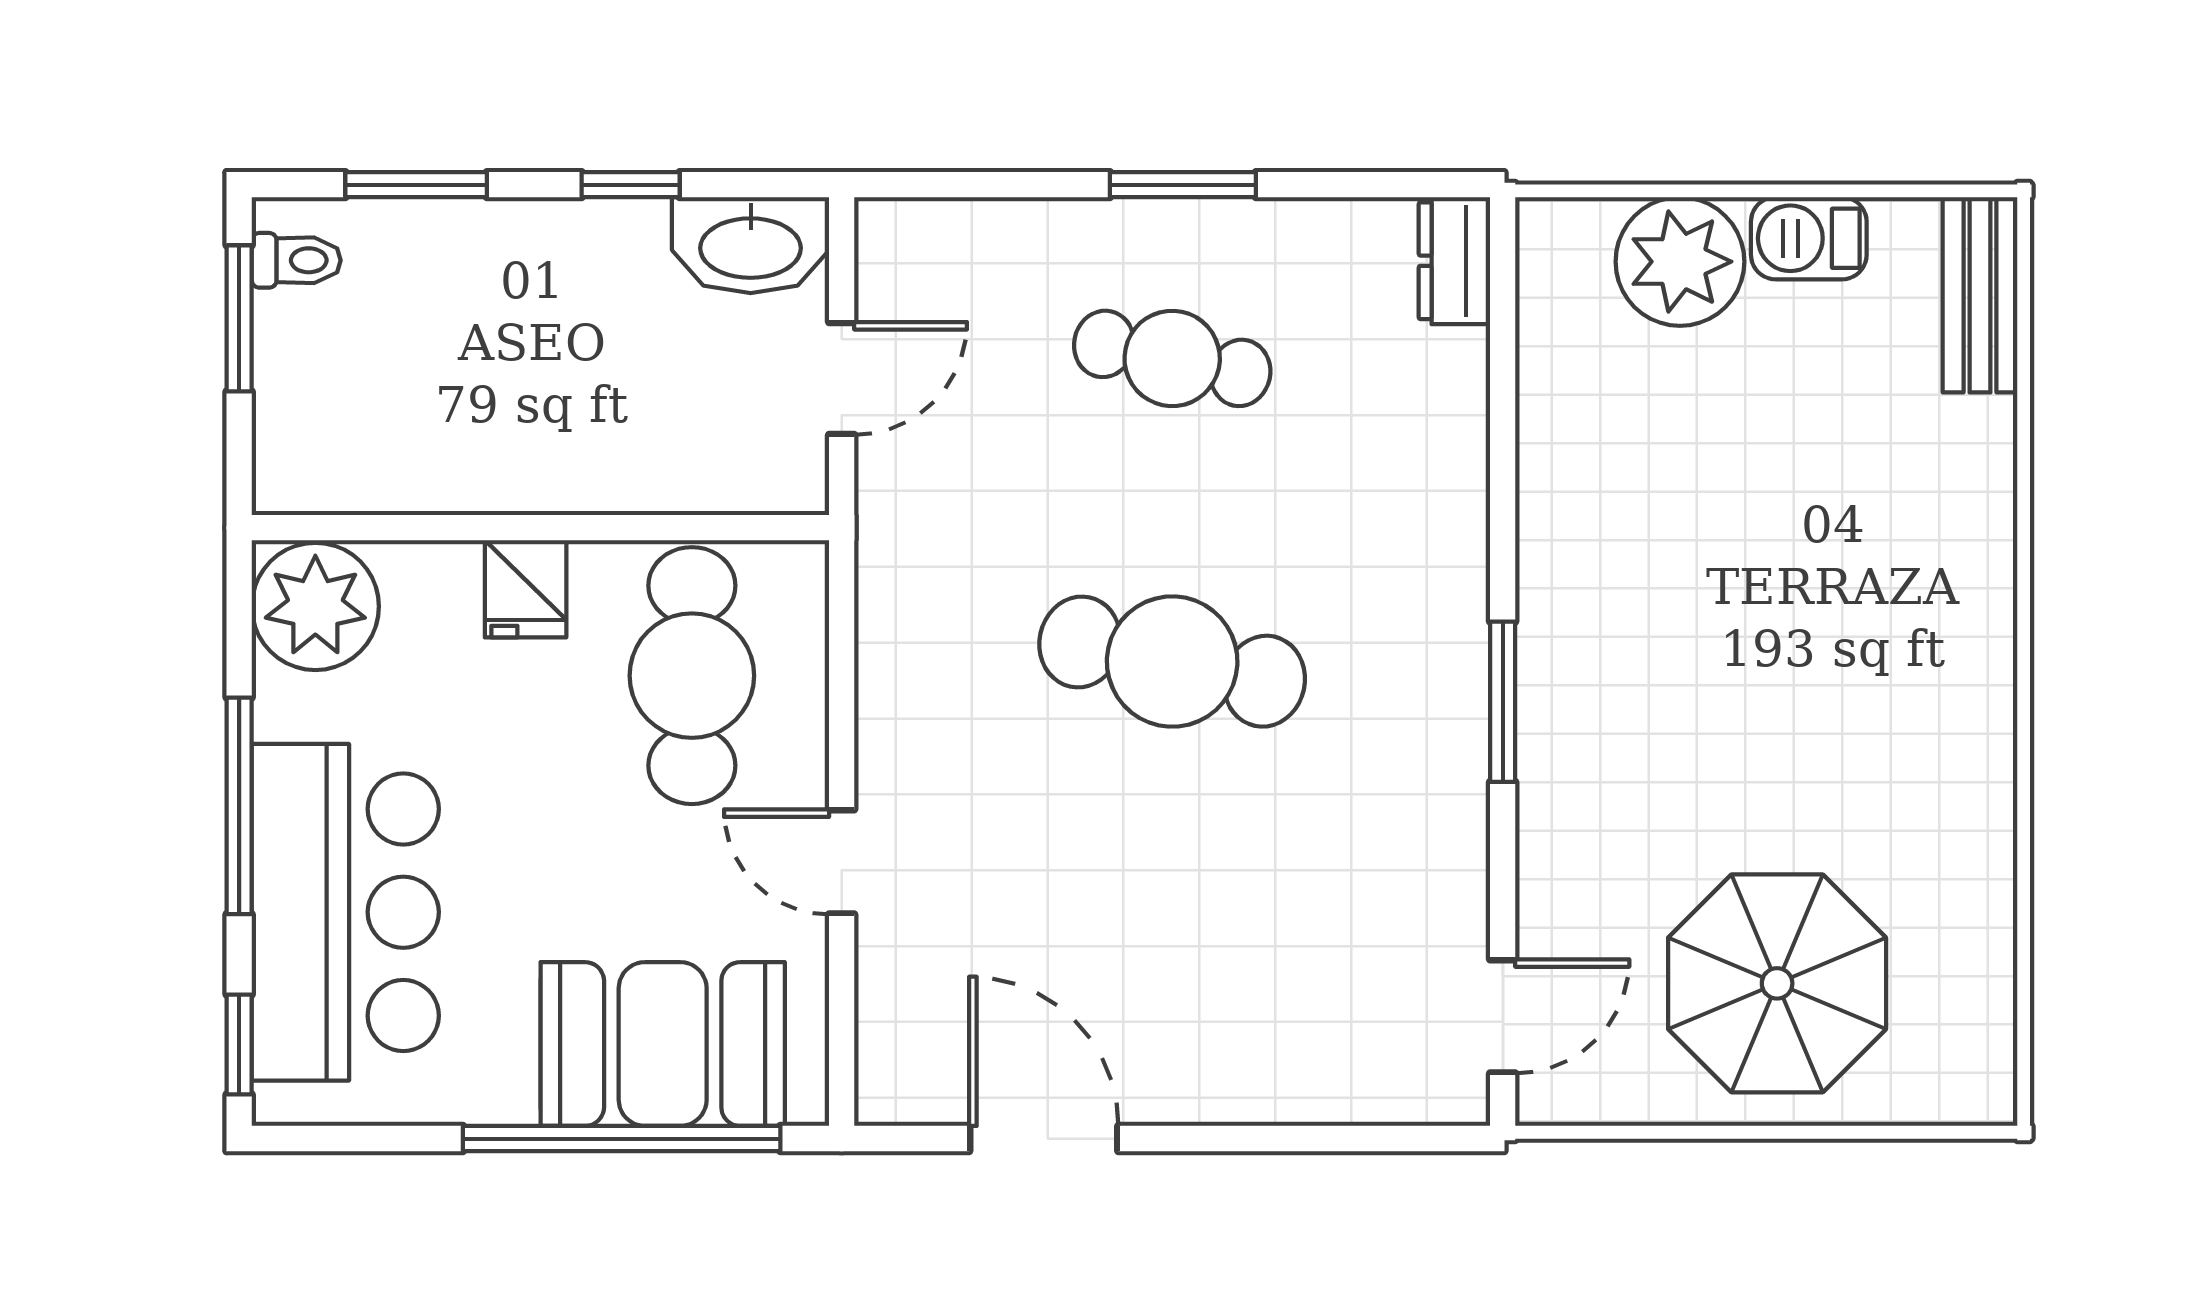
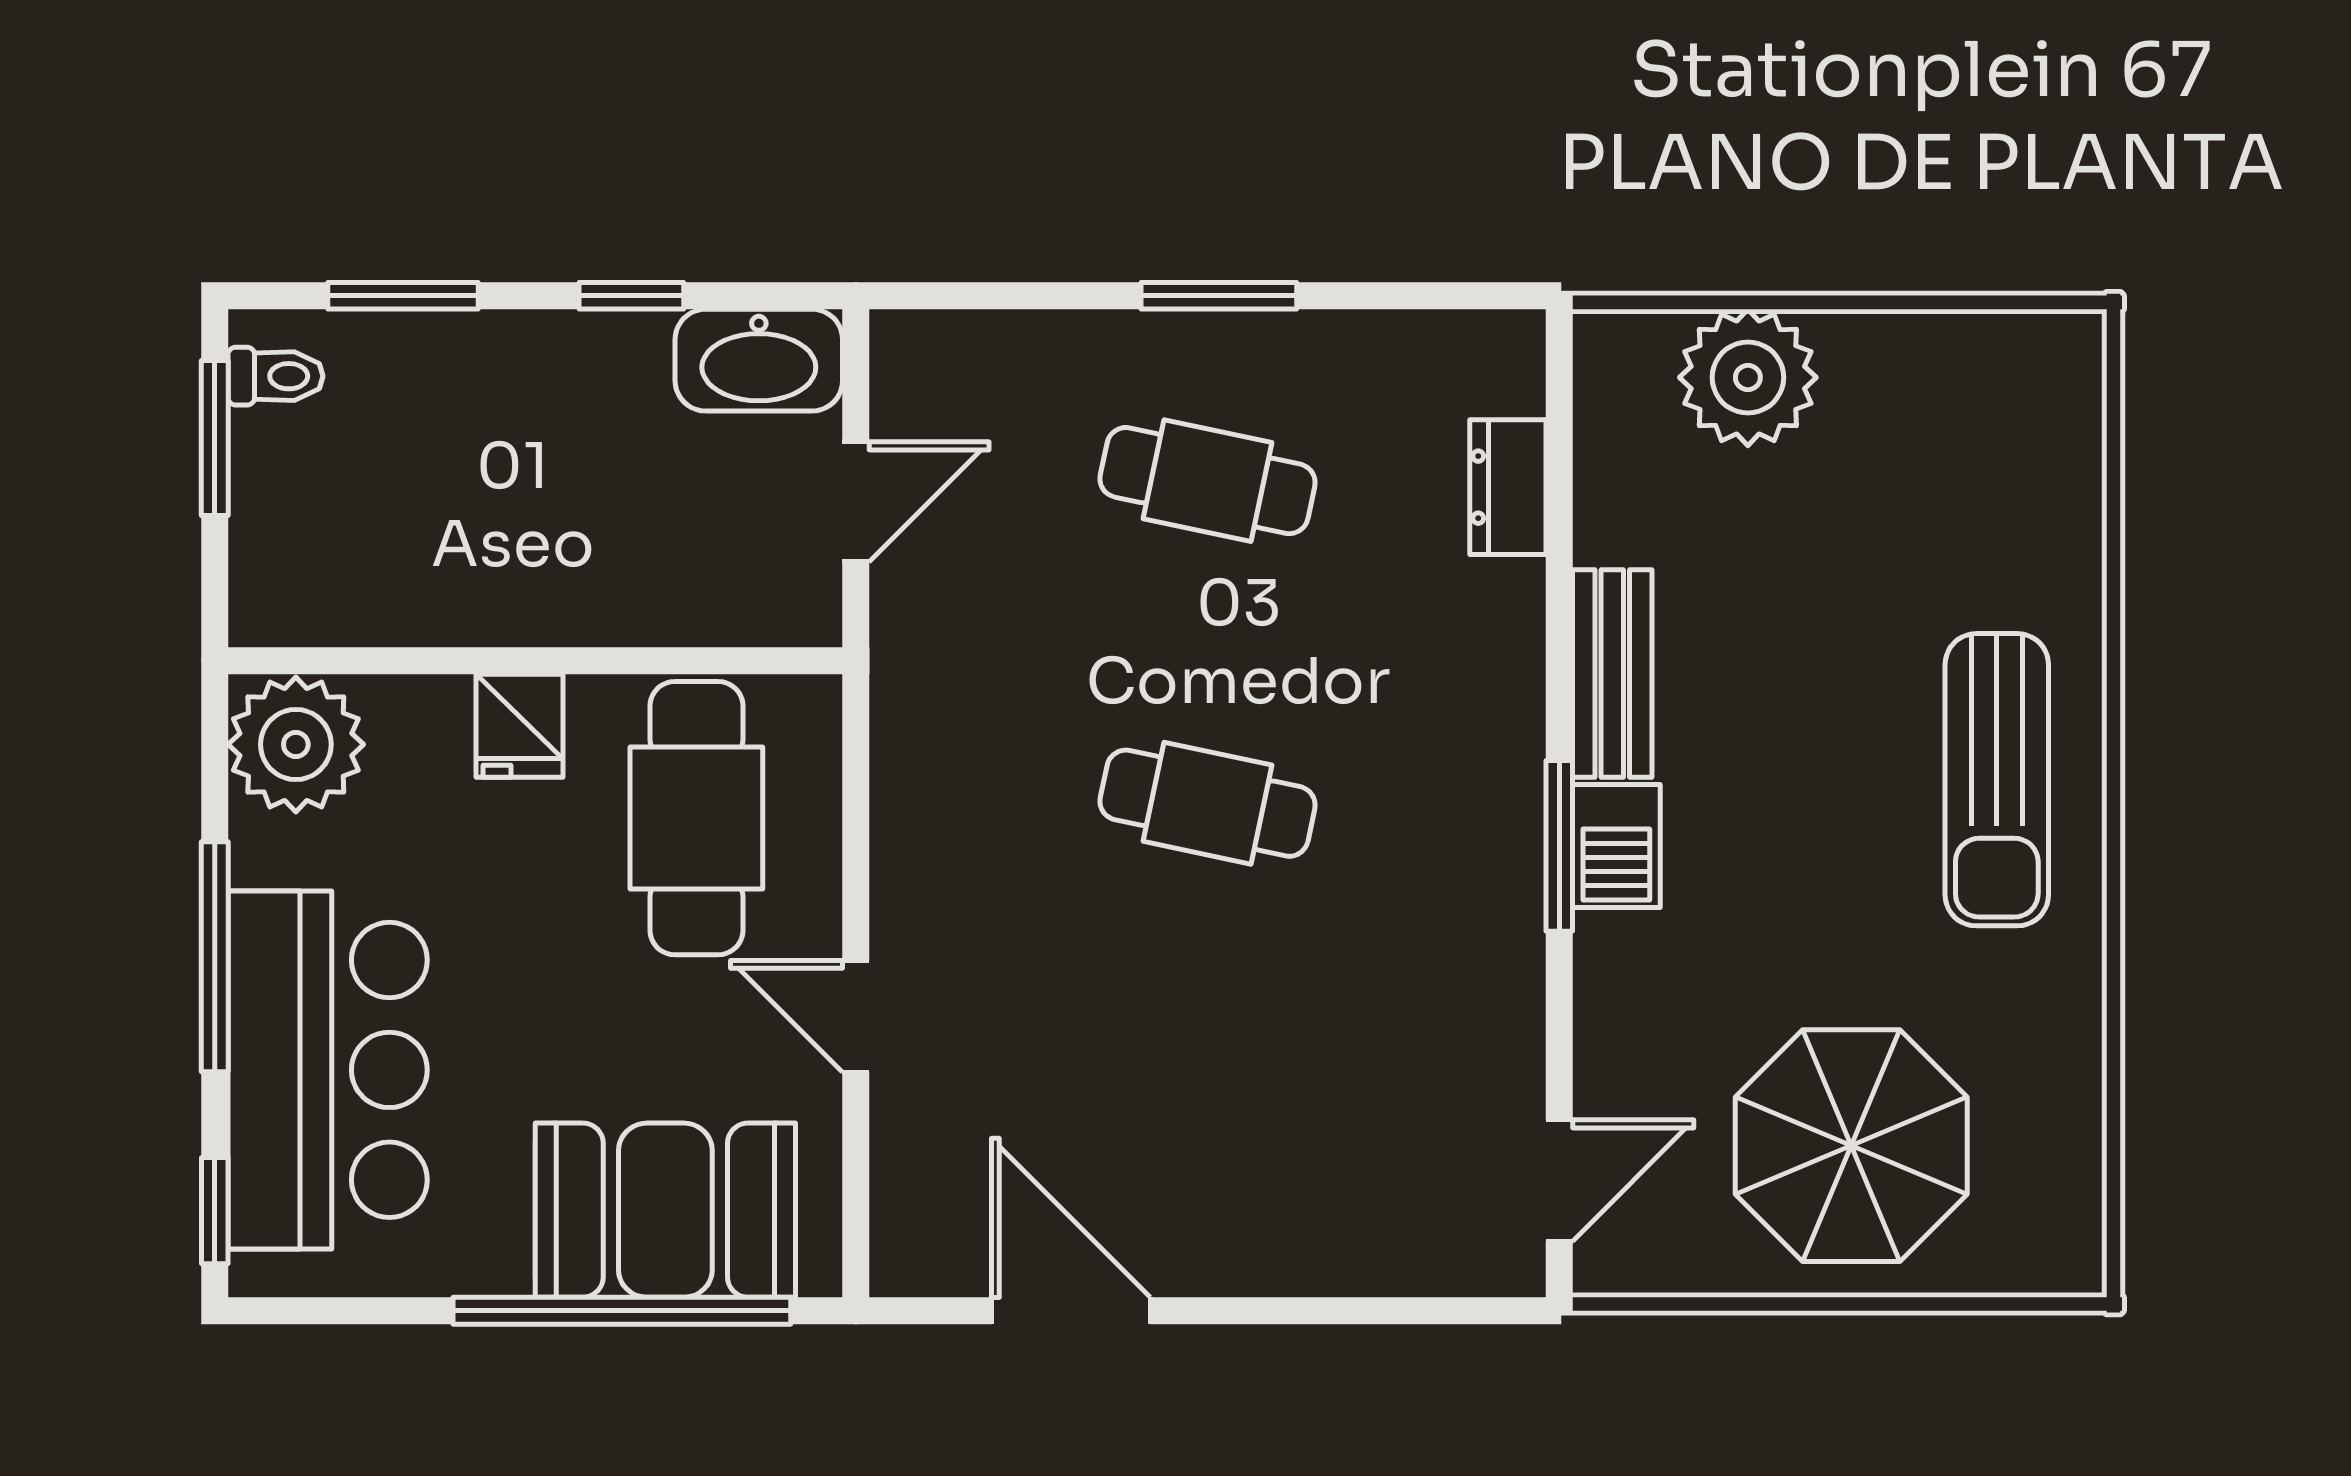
barbecue: (1809, 238) -> (1616, 846), moved, turned -90
dresser: (1454, 261) -> (1508, 487), moved
bench: (1980, 295) -> (1612, 673), moved
sun lounger: (1914, 640) -> (1997, 780), added
cafe table: (1172, 662) -> (1208, 803), width x0.73, depth x0.74

